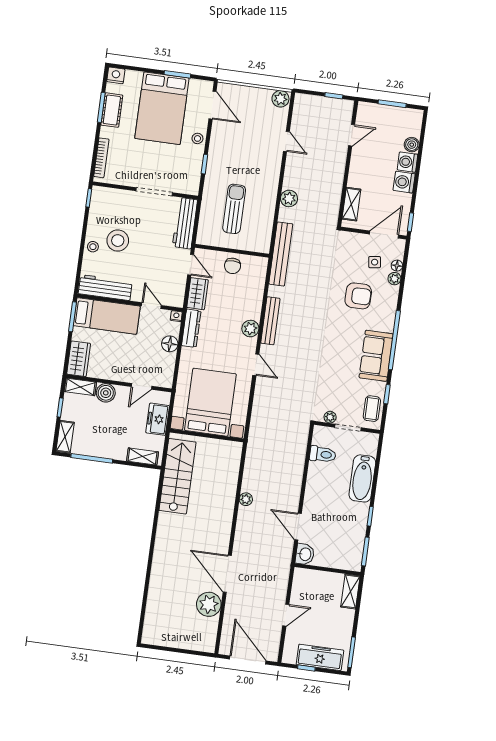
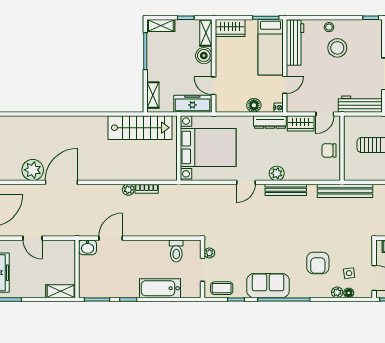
freezer: (158, 419) -> (192, 104), width x1.40
bookcase: (248, 478) -> (147, 189), added

